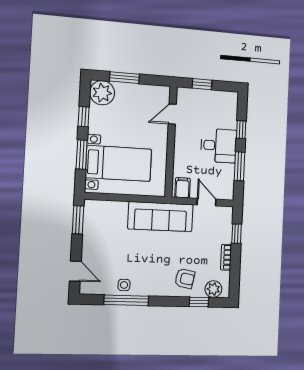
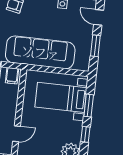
sofa: (161, 217) -> (40, 52), width x1.36, depth x1.27
window: (78, 220) -> (95, 46), moved

